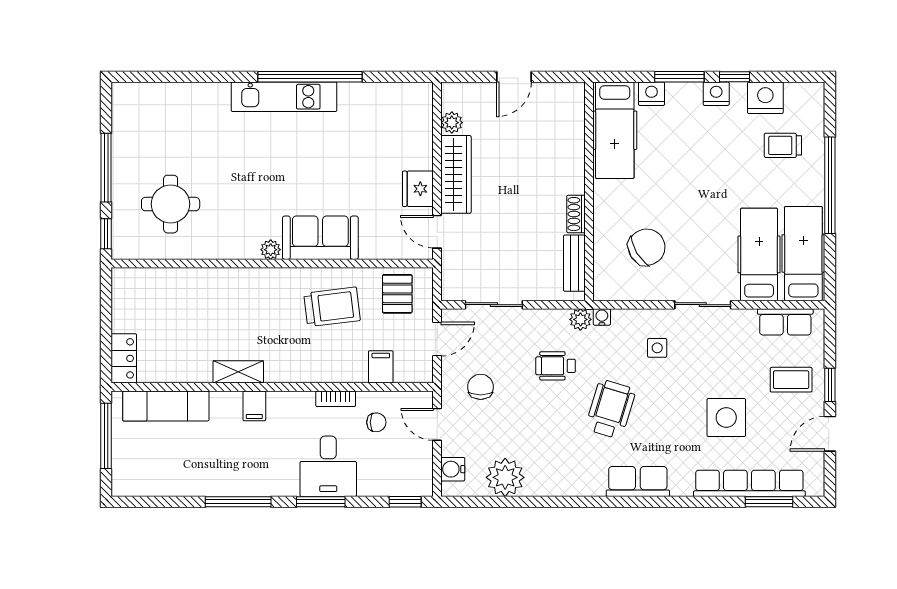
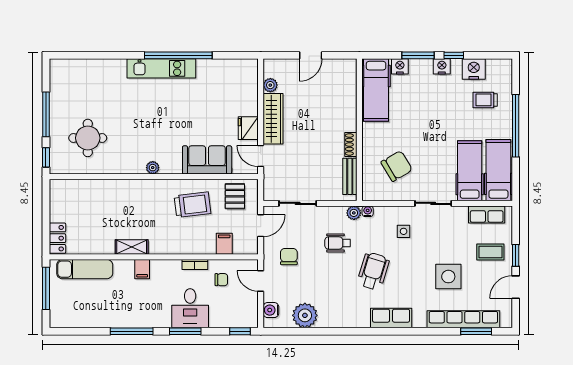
sofa: (320, 238) -> (207, 160), moved

